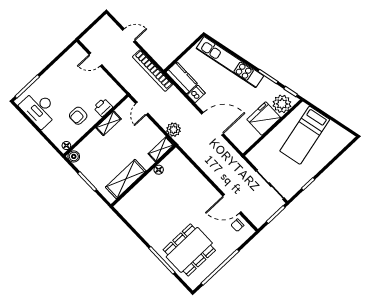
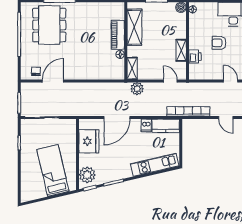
door: (129, 35) -> (226, 118), hinge flipped
door: (95, 60) -> (231, 81), hinge flipped
kitchen unit: (230, 62) -> (155, 165), width x0.73
armchair: (78, 116) -> (219, 43), moved, turned -90
fridge: (264, 119) -> (89, 141), moved
piano: (145, 187) -> (118, 35), added

